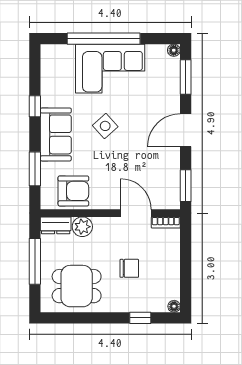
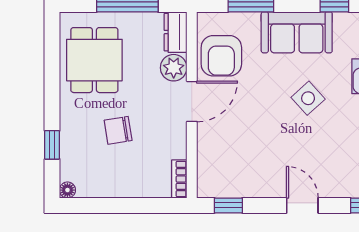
door: (186, 130) -> (302, 205), width x0.73
window: (186, 186) -> (228, 205), width x0.67
door: (136, 213) -> (192, 101), moved
chair: (129, 268) -> (118, 130), turned 81

